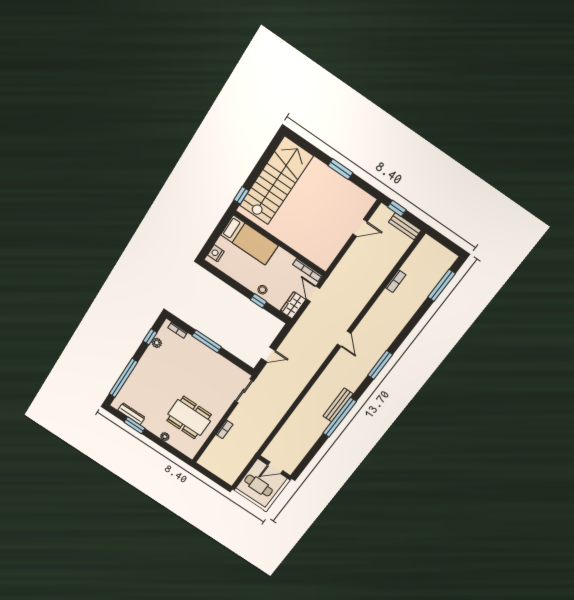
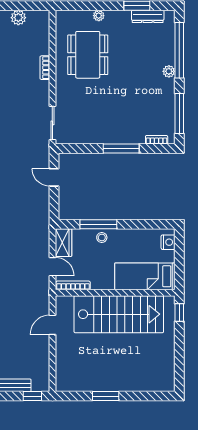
stairs: (276, 181) -> (119, 314), moved, turned -90
door: (360, 228) -> (52, 325), moved
window: (259, 301) -> (98, 224), width x2.17
window: (150, 337) -> (179, 114), width x2.17
plant: (157, 343) -> (169, 71), moved
door: (268, 355) -> (54, 177), hinge flipped
dining table: (189, 418) -> (88, 55), turned 90
plant: (221, 472) -> (18, 18), added

